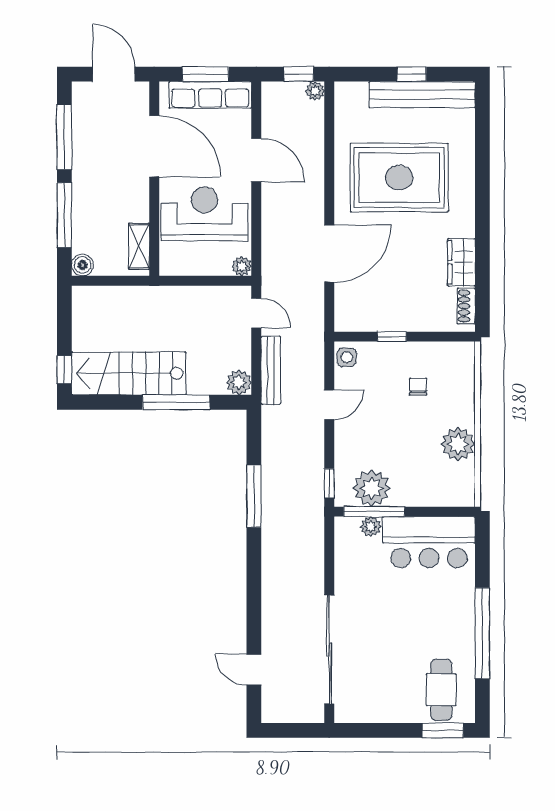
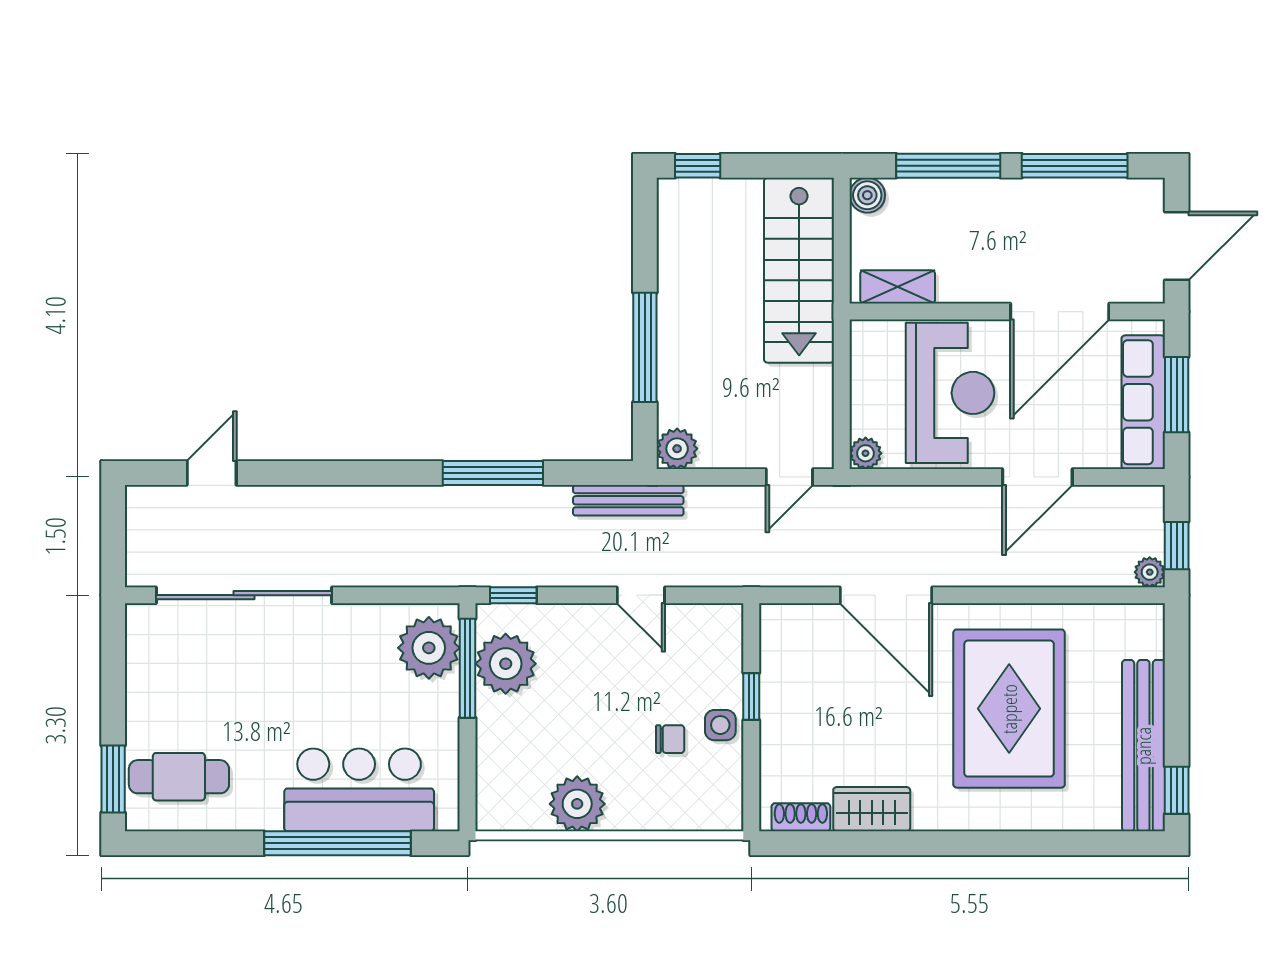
window: (412, 74) -> (1177, 790), moved
side table: (347, 357) -> (720, 725), moved
bench: (271, 370) -> (628, 500), moved
stairs: (129, 373) -> (799, 270), moved, turned 180
plant: (371, 527) -> (429, 648), width x1.88, depth x1.88
bar counter: (429, 542) -> (359, 790), moved, turned 90
window: (482, 633) -> (338, 843), moved

